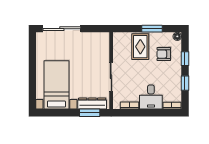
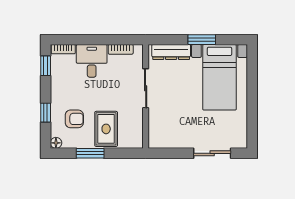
sliding door: (62, 29) -> (212, 153), width x0.73
window: (185, 83) -> (46, 66), moved
window: (90, 113) -> (202, 40), moved

